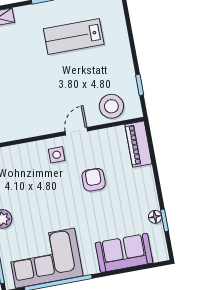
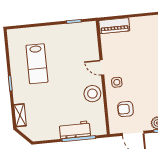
stool: (111, 106) -> (92, 94), moved
armchair: (94, 180) -> (125, 109), moved

